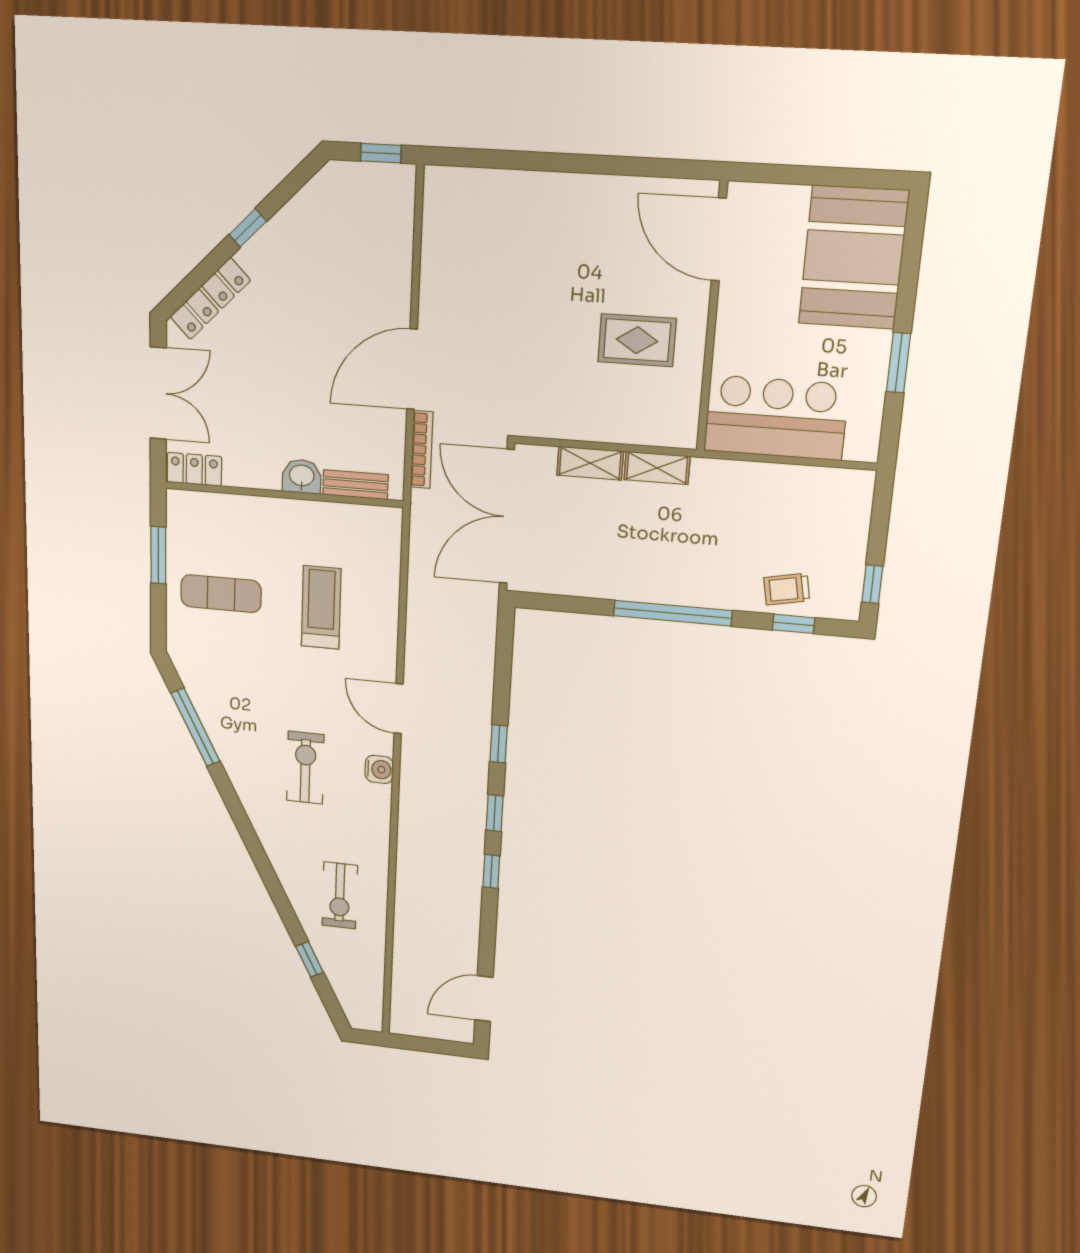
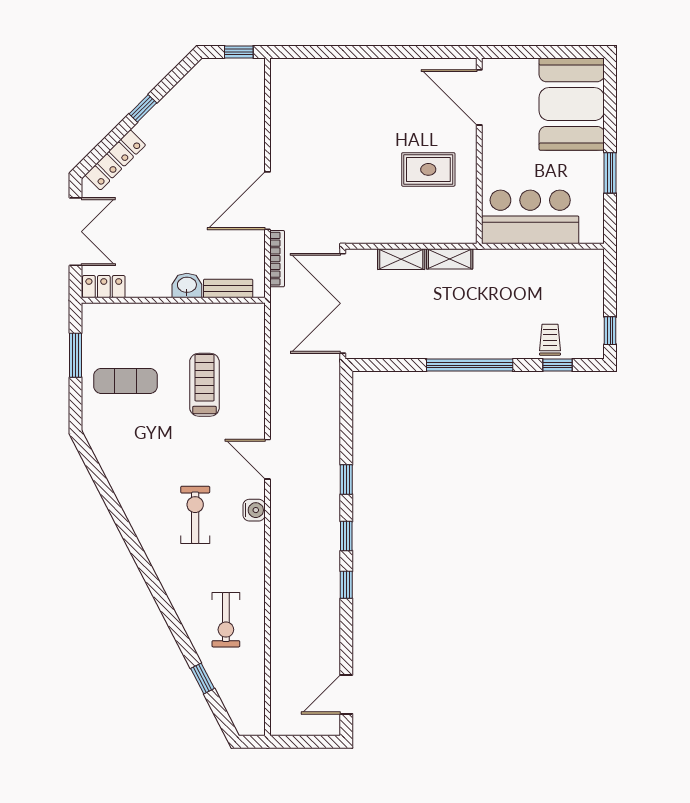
trolley: (787, 589) -> (550, 340), turned 101
window: (195, 727) -> (106, 491), removed

